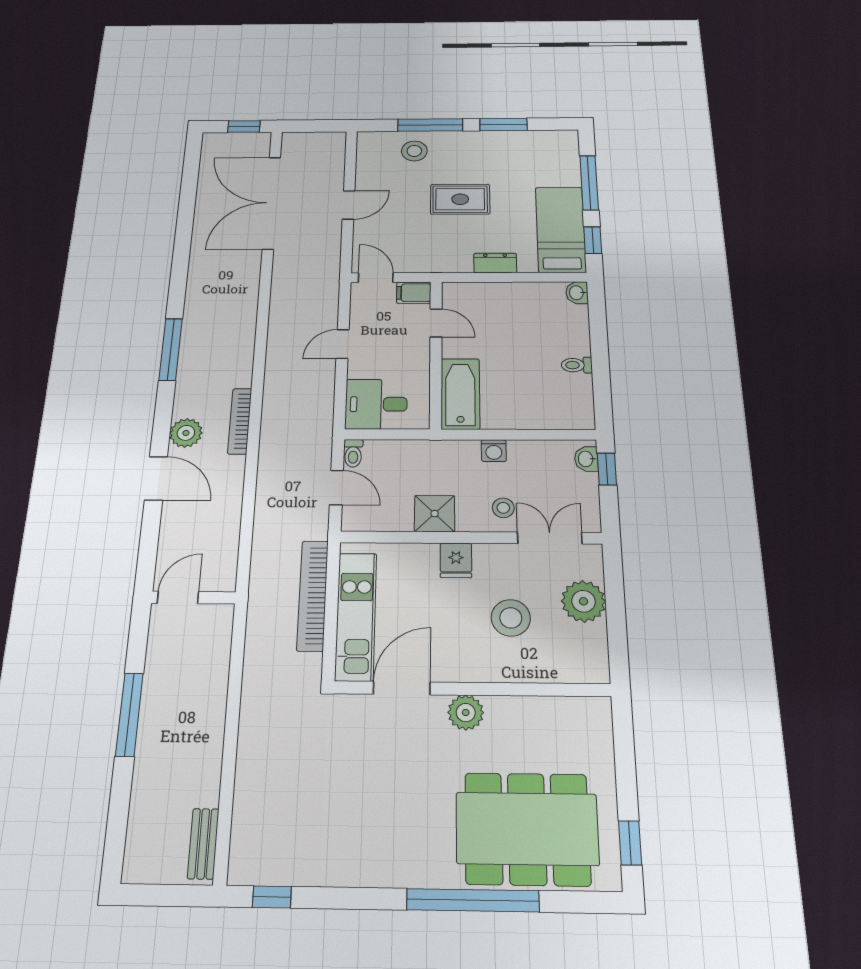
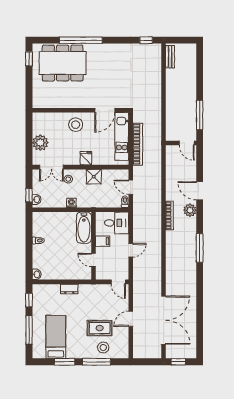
rug: (460, 199) -> (100, 328), moved
bed: (561, 229) -> (56, 337), moved, turned 180
filing cabinet: (414, 293) -> (103, 241), moved
door: (178, 598) -> (187, 143), hinge flipped
stool: (511, 618) -> (76, 125), moved
plant: (466, 713) -> (83, 102), removed
window: (129, 715) -> (200, 115), moved

